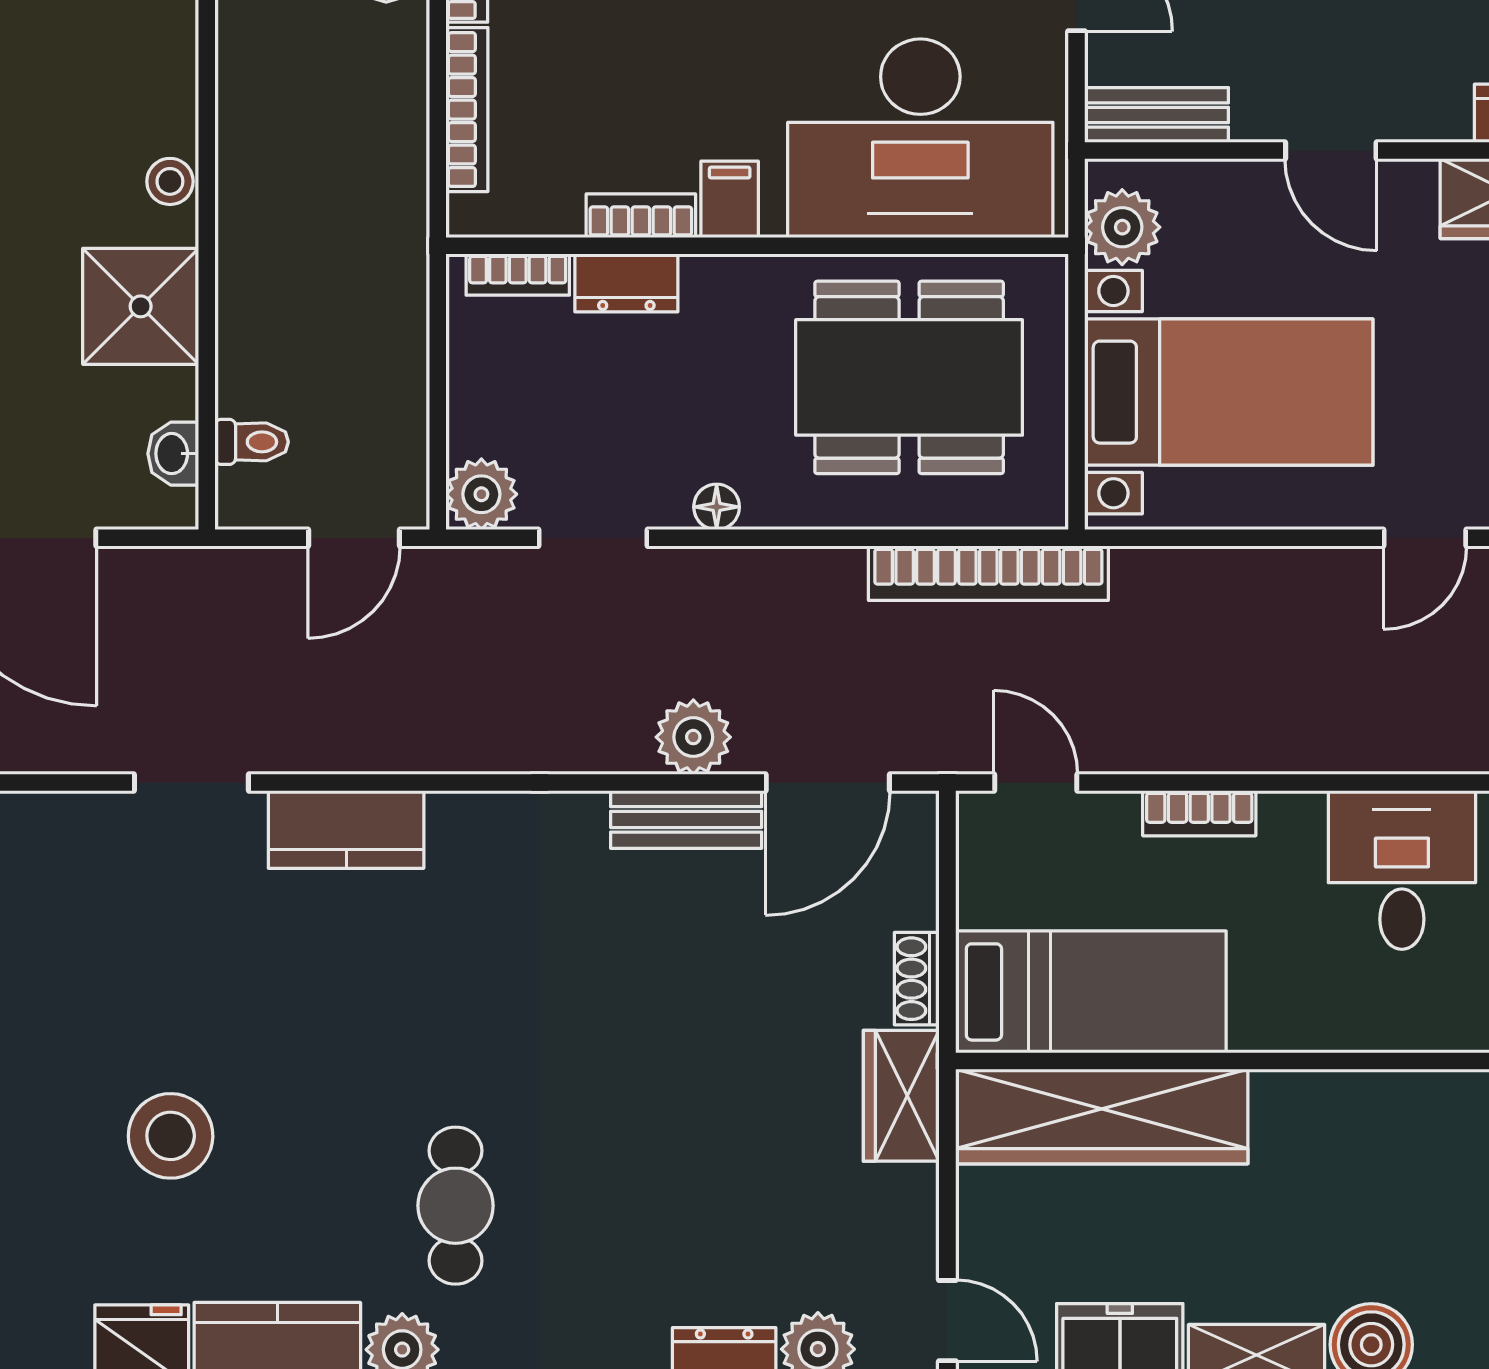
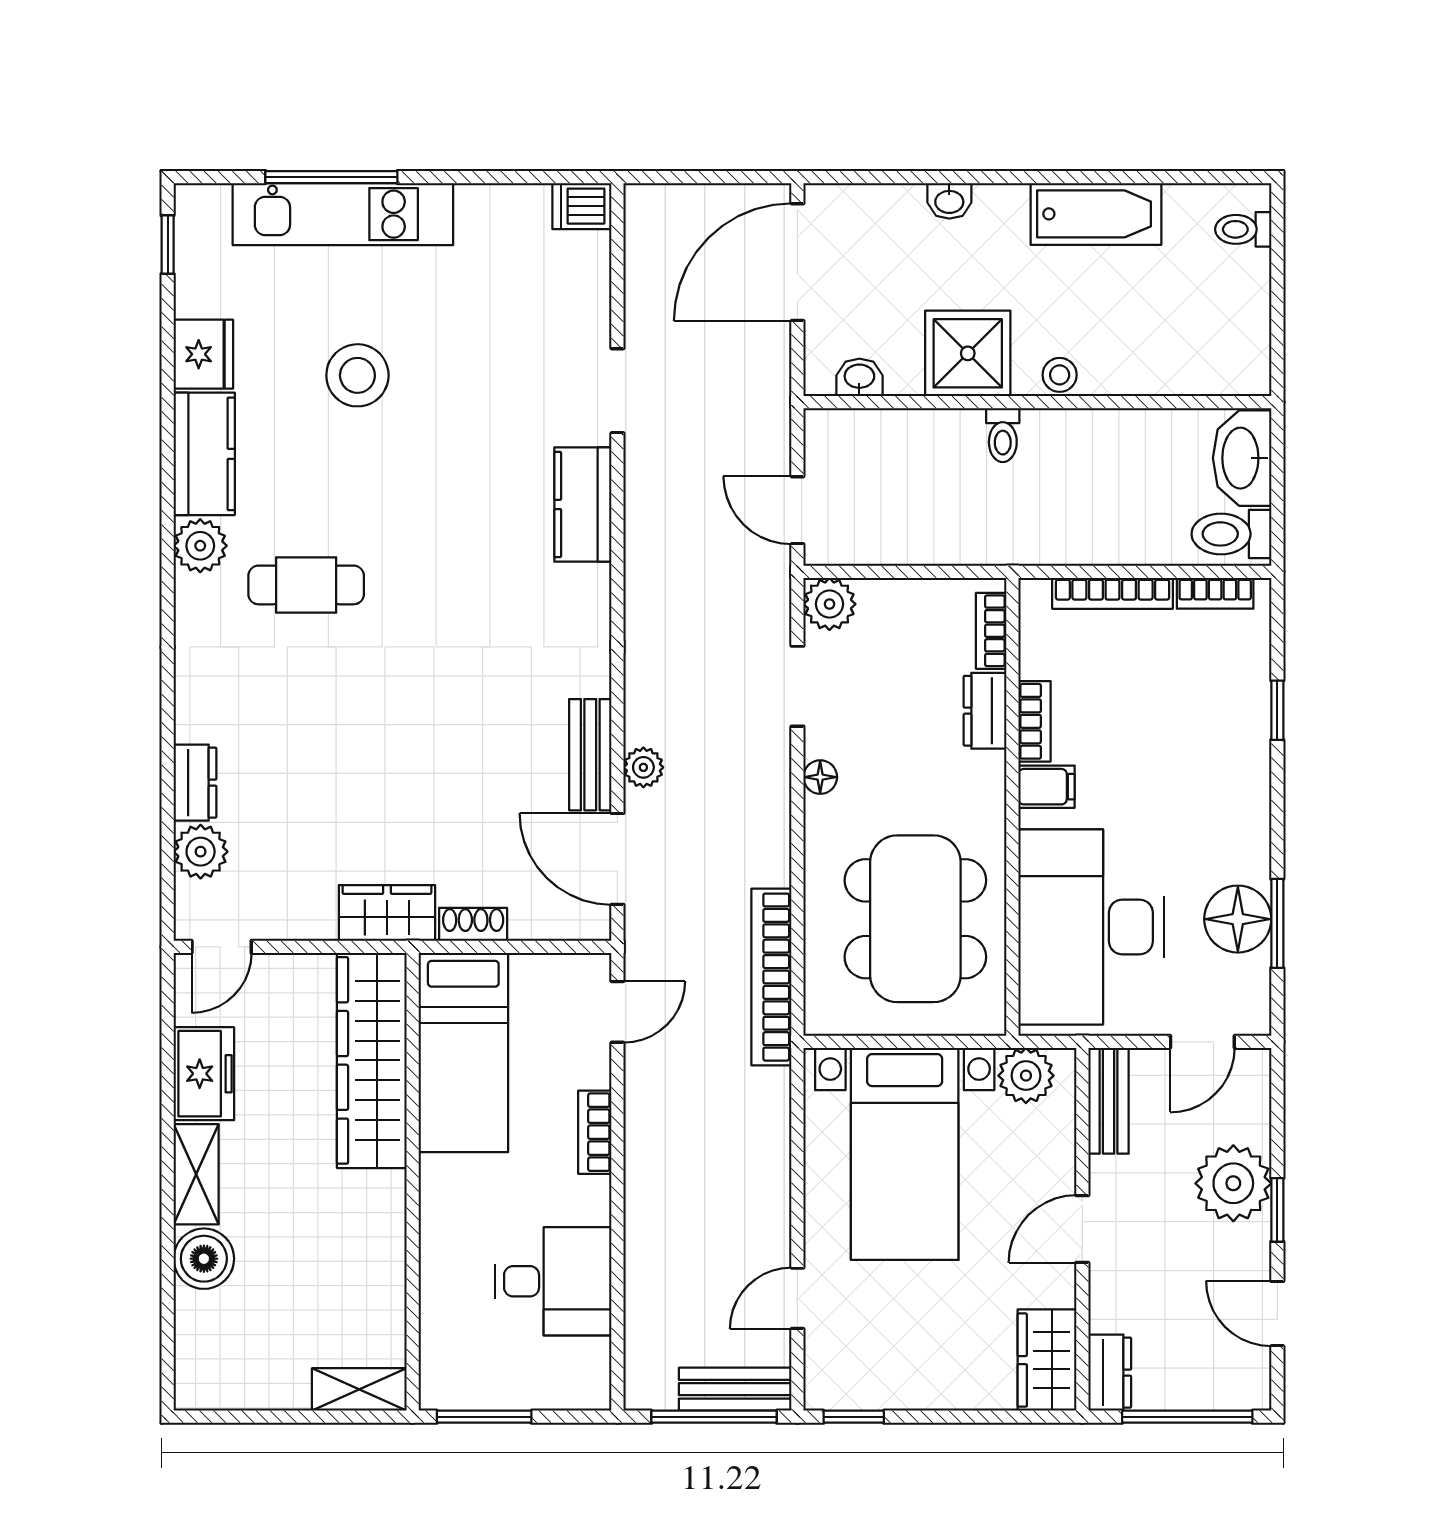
toilet: (252, 442) -> (1003, 435), moved
door: (1425, 538) -> (797, 1298), hinge flipped
plant: (693, 737) -> (643, 767), width x0.73, depth x0.73

